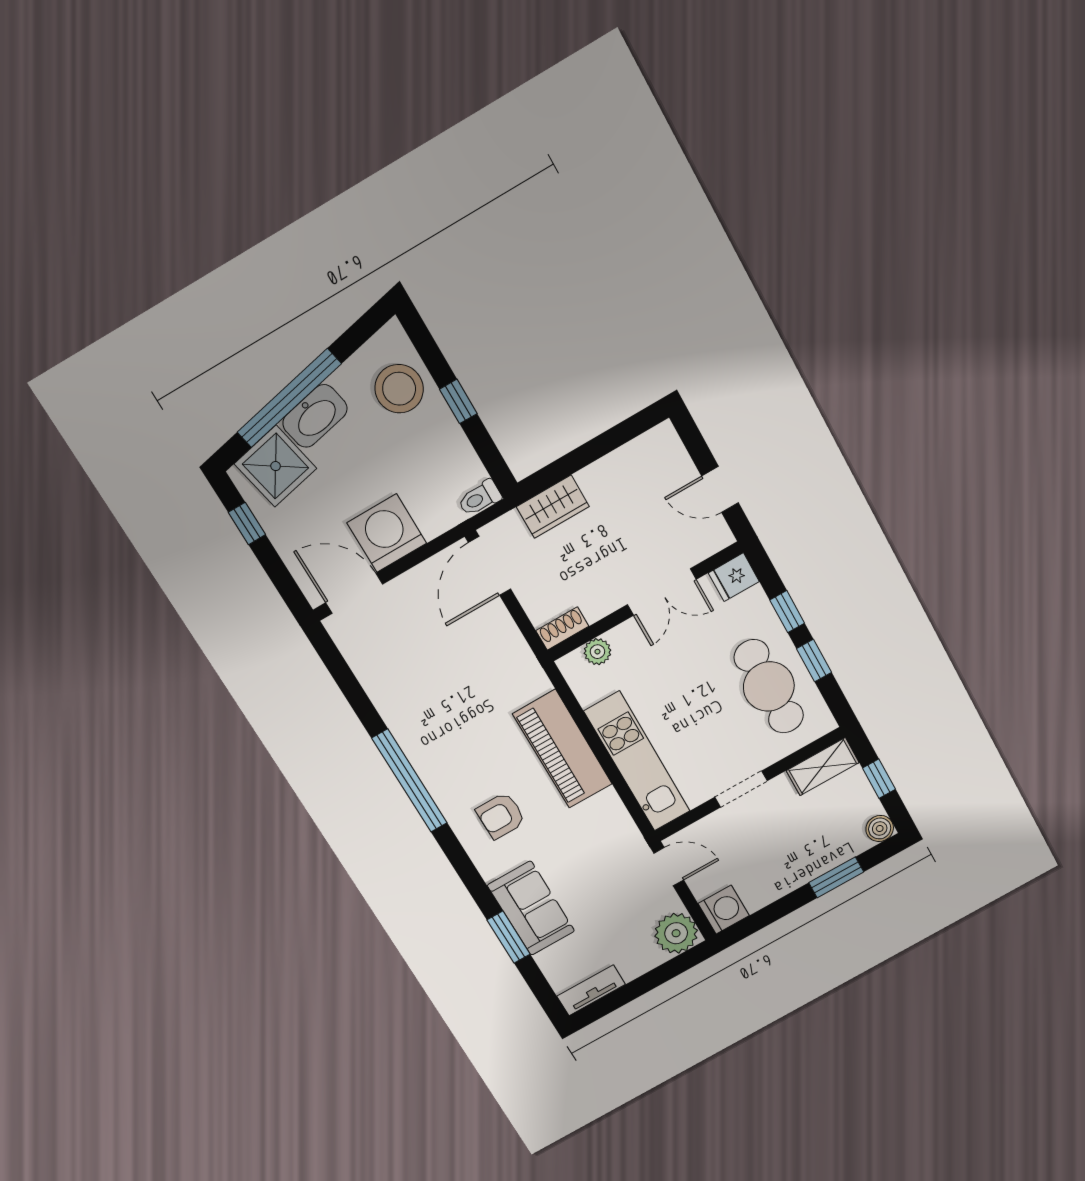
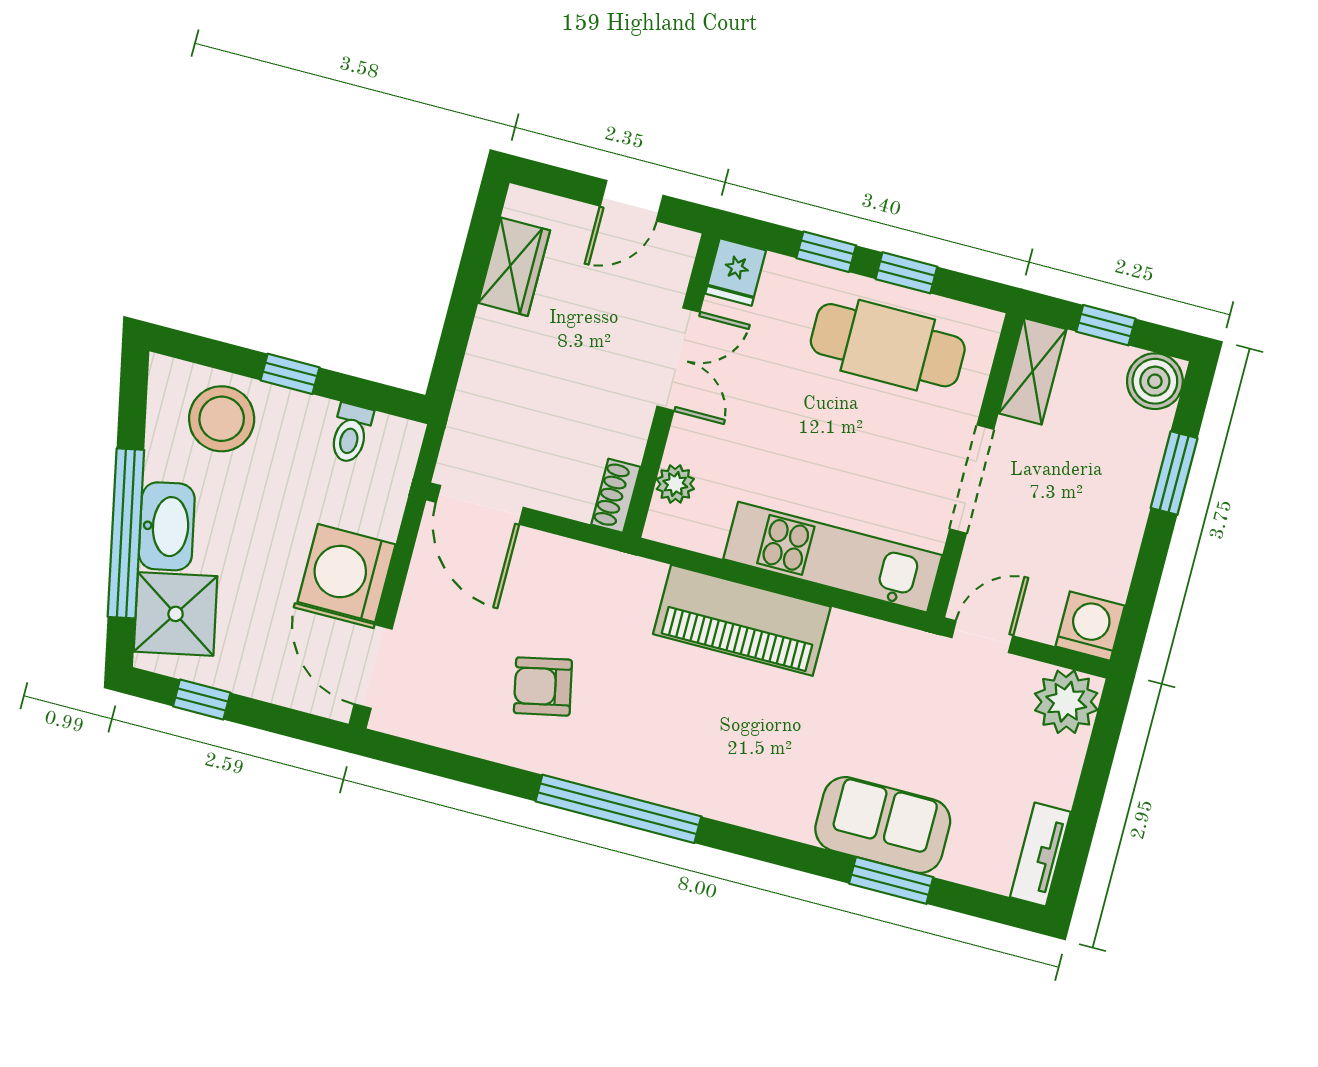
toilet: (480, 498) -> (351, 433), moved
wardrobe: (553, 507) -> (514, 267), moved
door: (354, 593) -> (373, 667), hinge flipped
doorway: (741, 789) -> (972, 479), width x1.38
armchair: (501, 816) -> (543, 686), moved, turned 78
boiler: (880, 829) -> (1155, 381), width x1.36, depth x1.36

